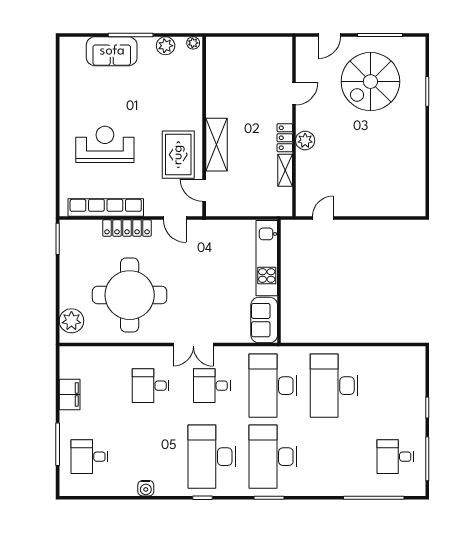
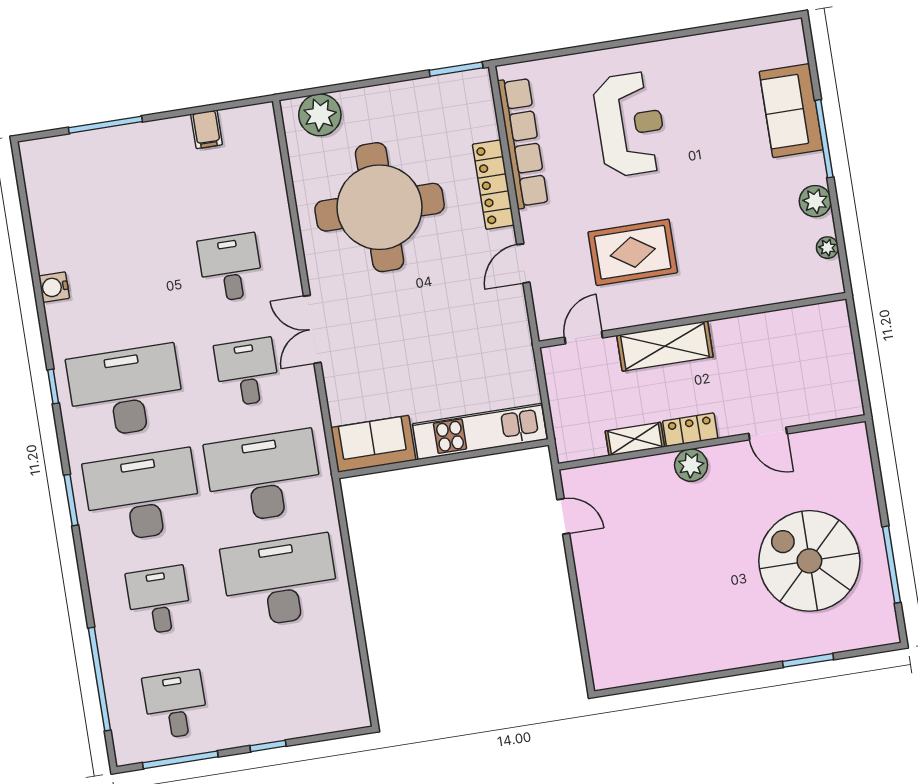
door: (329, 35) -> (878, 478), removed
wall: (204, 126) -> (693, 320), moved
shelving: (216, 145) -> (665, 346), moved
door: (204, 190) -> (584, 337), moved
filing cabinet: (70, 394) -> (207, 129), width x0.50
desk: (90, 457) -> (159, 600), moved

